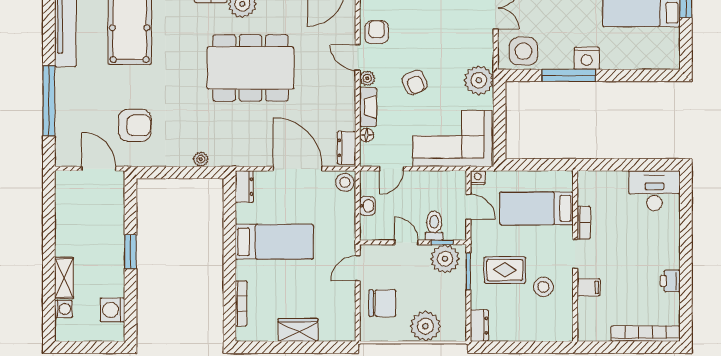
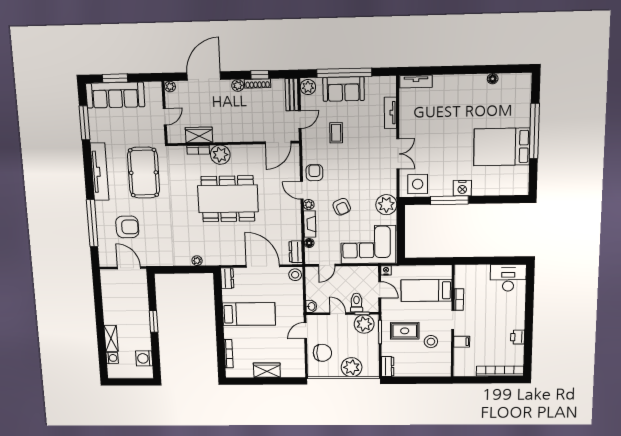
armchair: (135, 125) -> (127, 227), moved
washbasin: (367, 206) -> (311, 306), moved

